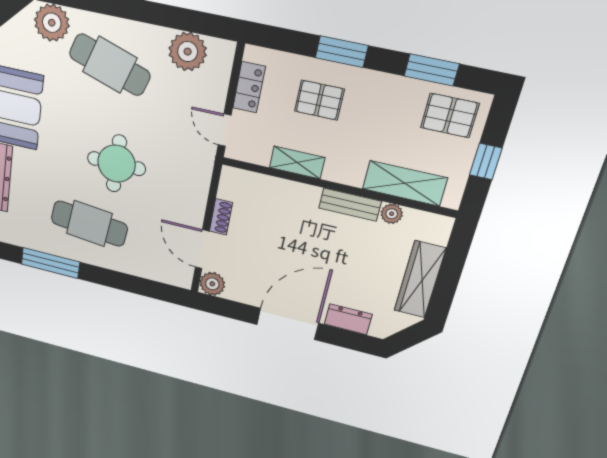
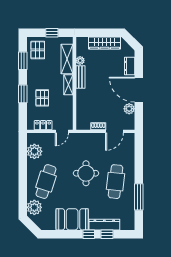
shelving: (297, 163) -> (68, 85), moved
plant: (212, 284) -> (129, 109), moved

